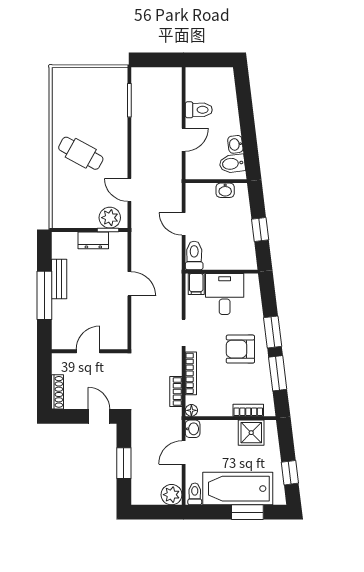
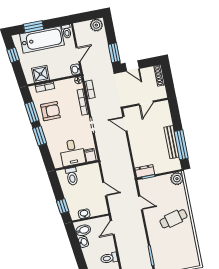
door: (184, 140) -> (112, 228), moved
cafe table: (81, 153) -> (173, 219), turned -43
plant: (110, 218) -> (177, 179), moved
window: (260, 230) -> (63, 206), moved
dresser: (93, 240) -> (145, 171), moved
toilet: (194, 255) -> (72, 176), moved
bench: (59, 279) -> (172, 142), width x1.36
door: (129, 284) -> (125, 124), moved
window: (44, 295) -> (181, 145), moved
armchair: (240, 349) -> (50, 111), moved
window: (124, 463) -> (114, 53), moved
plant: (171, 495) -> (96, 25), moved

